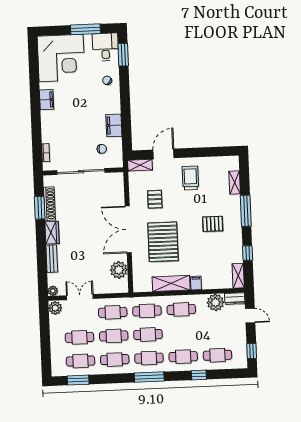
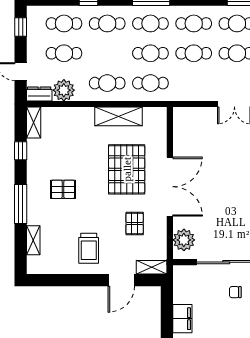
chair: (102, 149) -> (235, 292), moved
plant: (119, 270) -> (184, 240), moved
filing cabinet: (196, 283) -> (87, 116), removed
cafe table: (113, 312) -> (64, 53), moved

